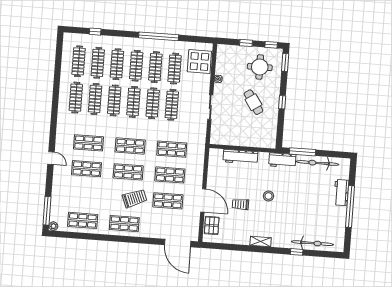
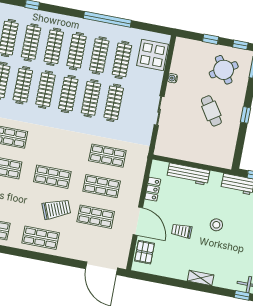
round table: (260, 67) -> (224, 70), turned -33
shop shelf: (130, 146) -> (58, 146), removed
locker: (212, 173) -> (153, 189), added

